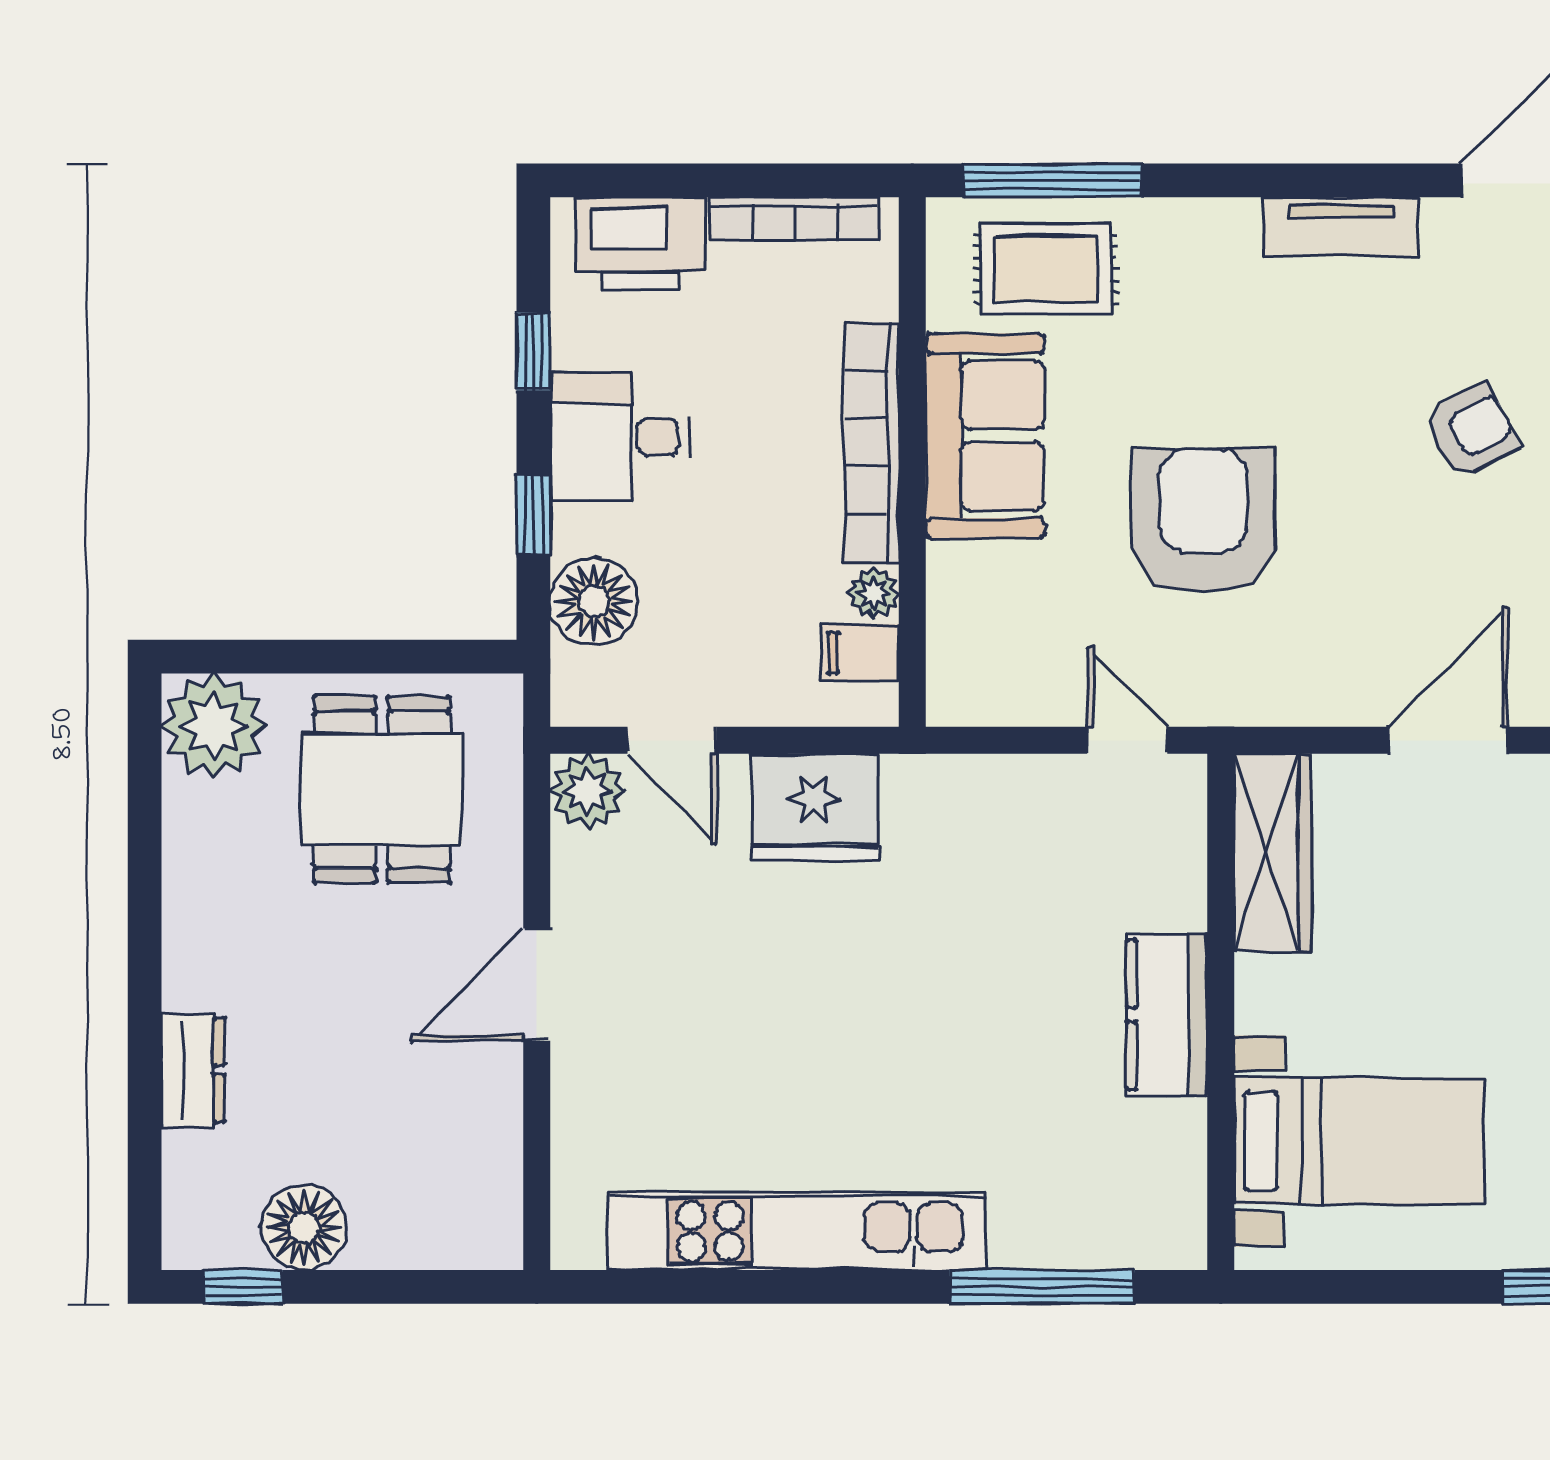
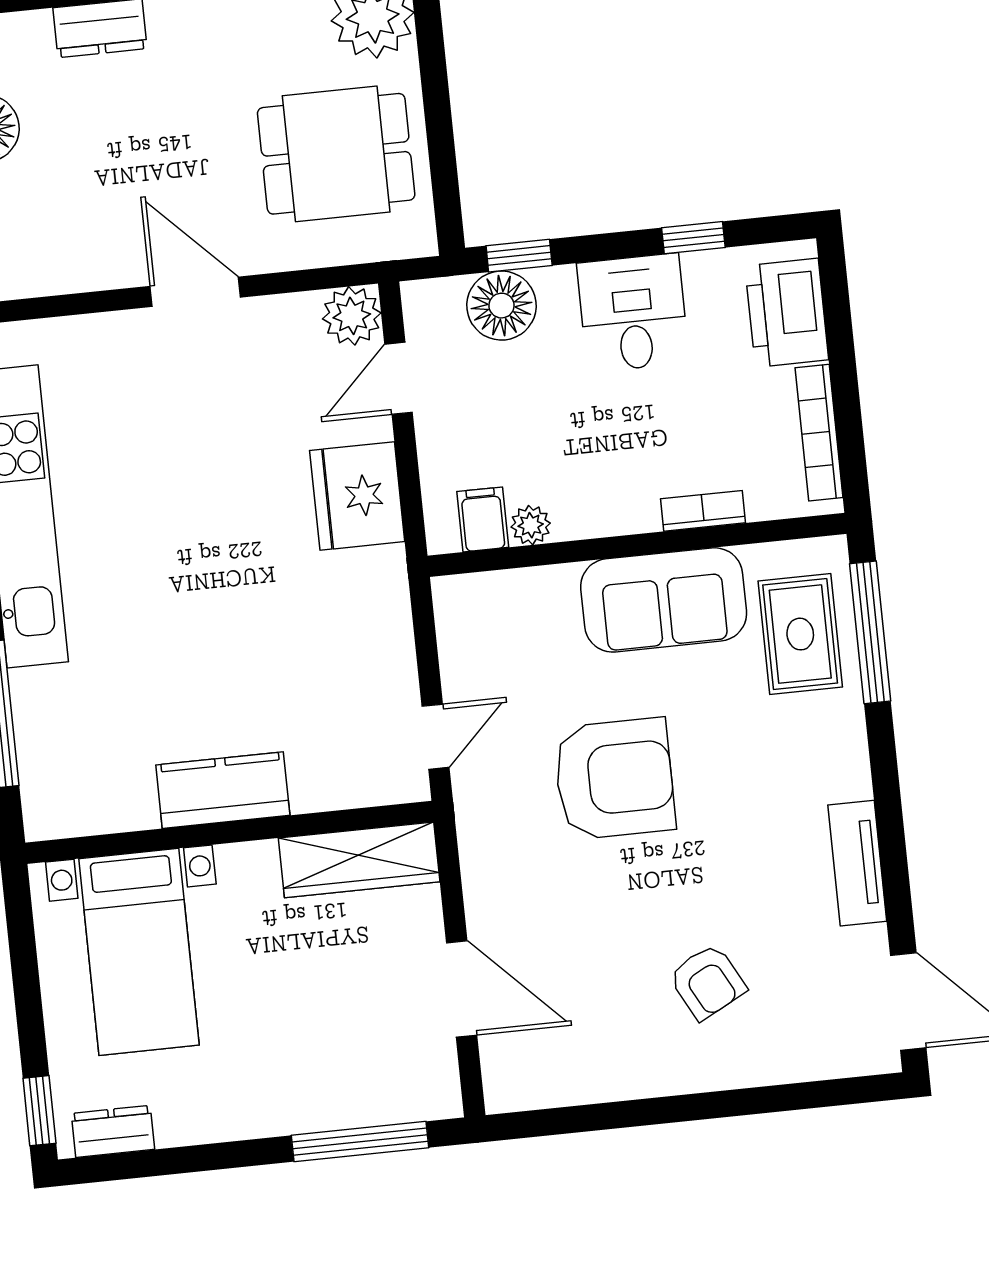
bookcase: (872, 443) -> (703, 511), width x0.43, depth x0.76
window: (533, 514) -> (519, 256), moved

